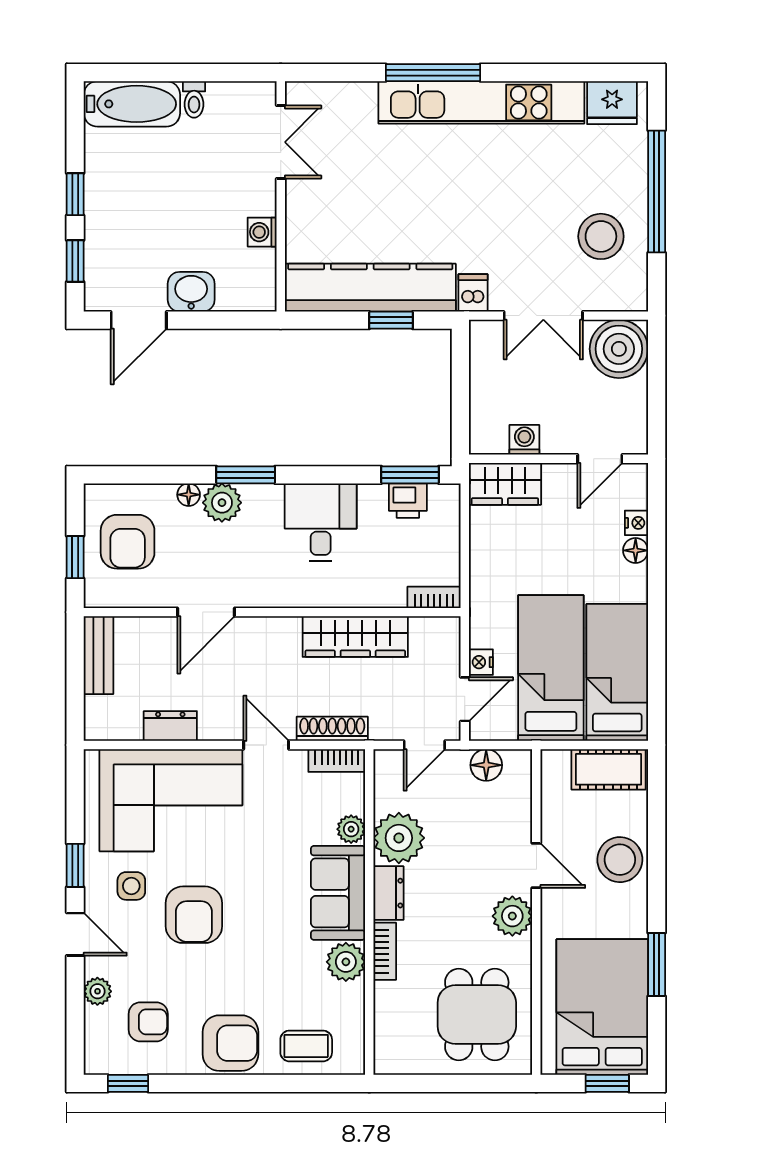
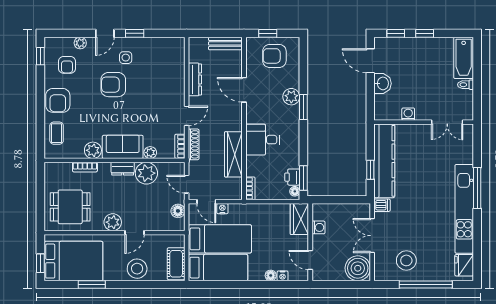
floor lamp: (189, 495) -> (295, 191), moved
desk: (321, 522) -> (263, 140), moved, turned 180
dresser: (170, 726) -> (195, 79), width x1.44
corner sofa: (171, 800) -> (163, 75), removed
bookcase: (385, 951) -> (85, 167), moved

